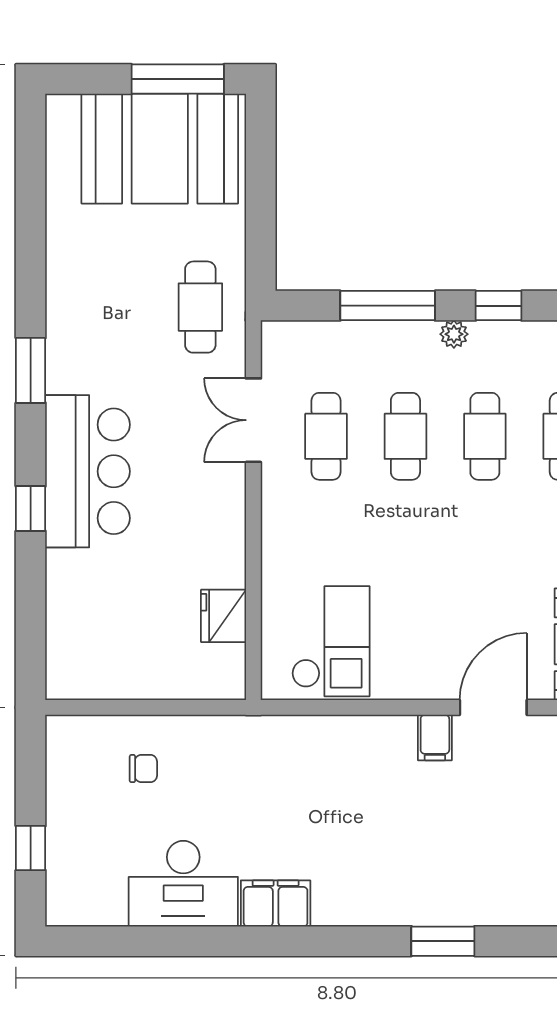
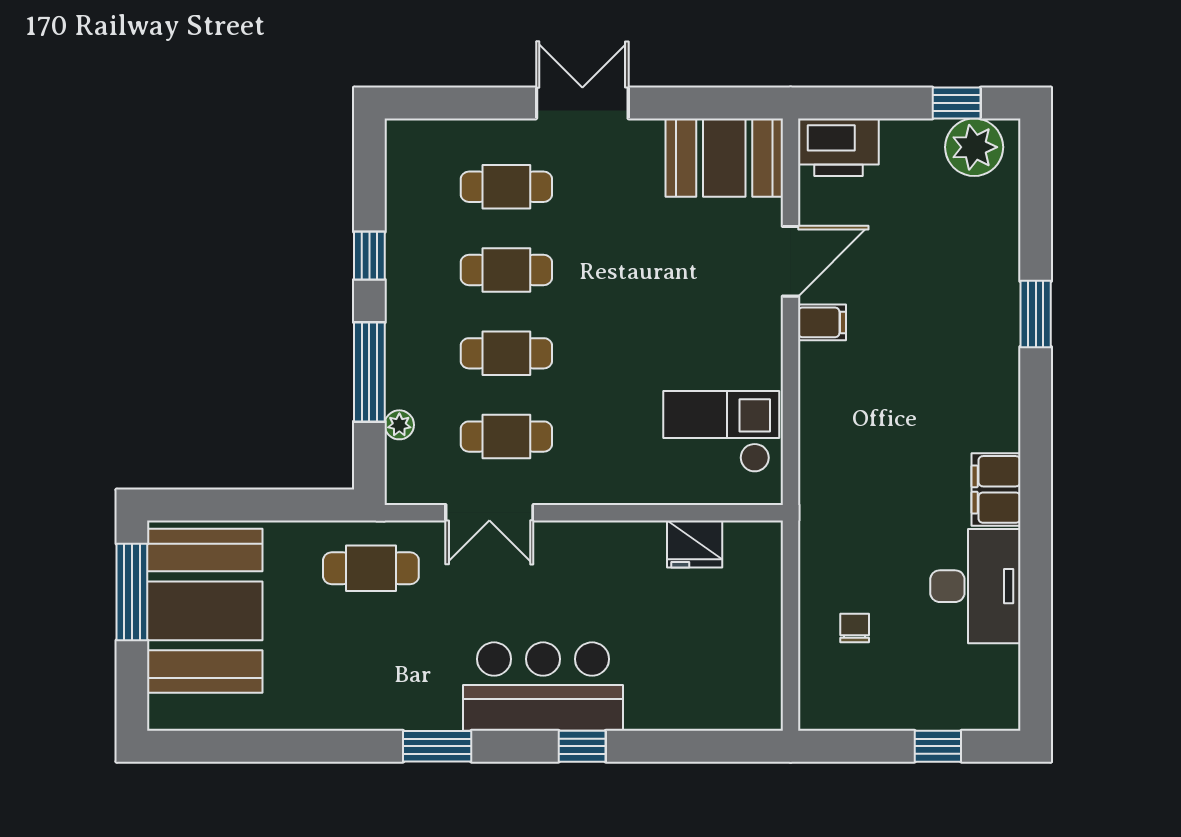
plant: (454, 334) -> (399, 425), moved
door: (493, 707) -> (791, 261), swing flipped

